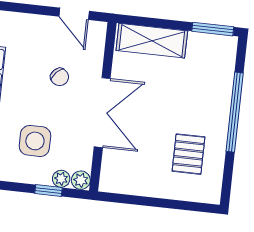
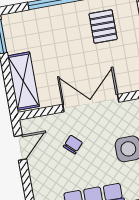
pallet: (188, 154) -> (103, 26), turned 90

